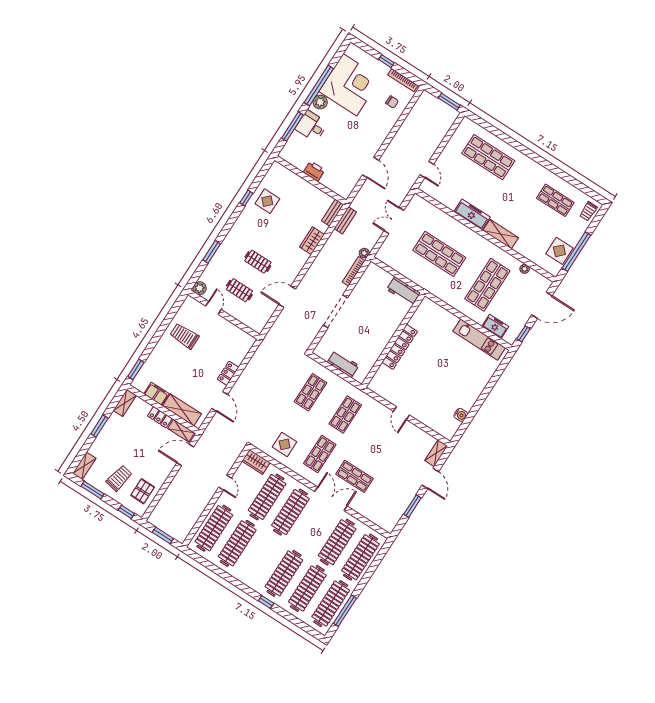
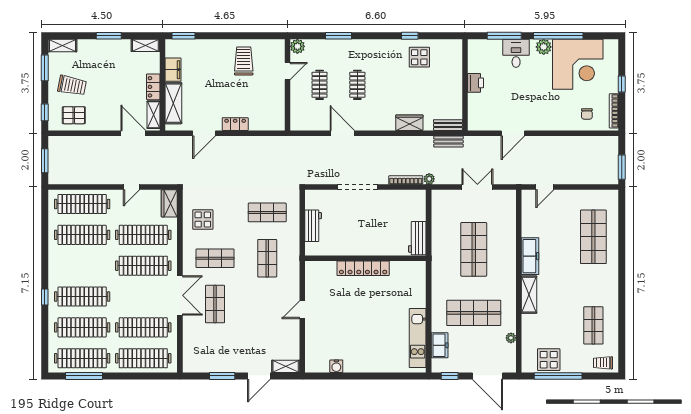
shop shelf: (345, 415) -> (267, 258), turned 90

